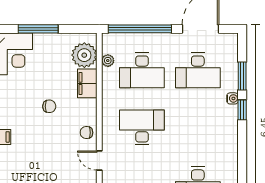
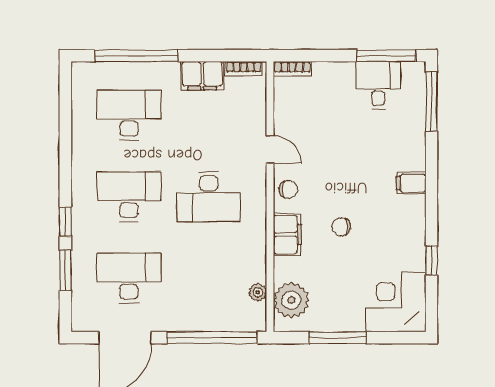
window: (38, 29) -> (338, 338), moved
desk: (142, 70) -> (129, 197), moved
filing cabinet: (87, 83) -> (287, 234), moved
water cooler: (233, 98) -> (79, 238), removed

